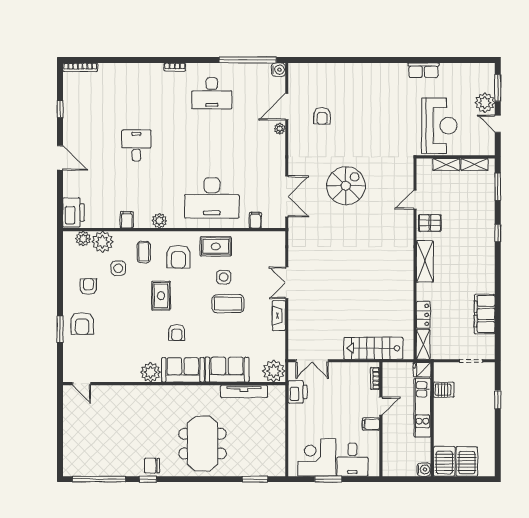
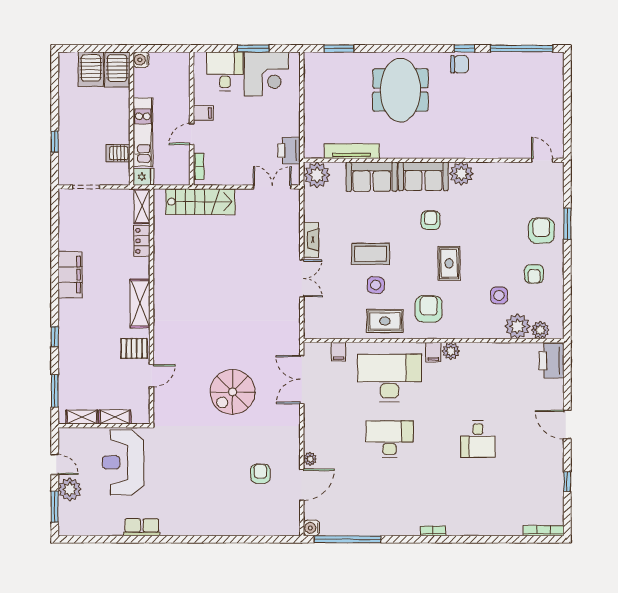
desk: (212, 93) -> (389, 439), moved
filing cabinet: (127, 220) -> (433, 352), moved
coffee table: (144, 252) -> (469, 314), removed
filing cabinet: (485, 314) -> (70, 275), moved

